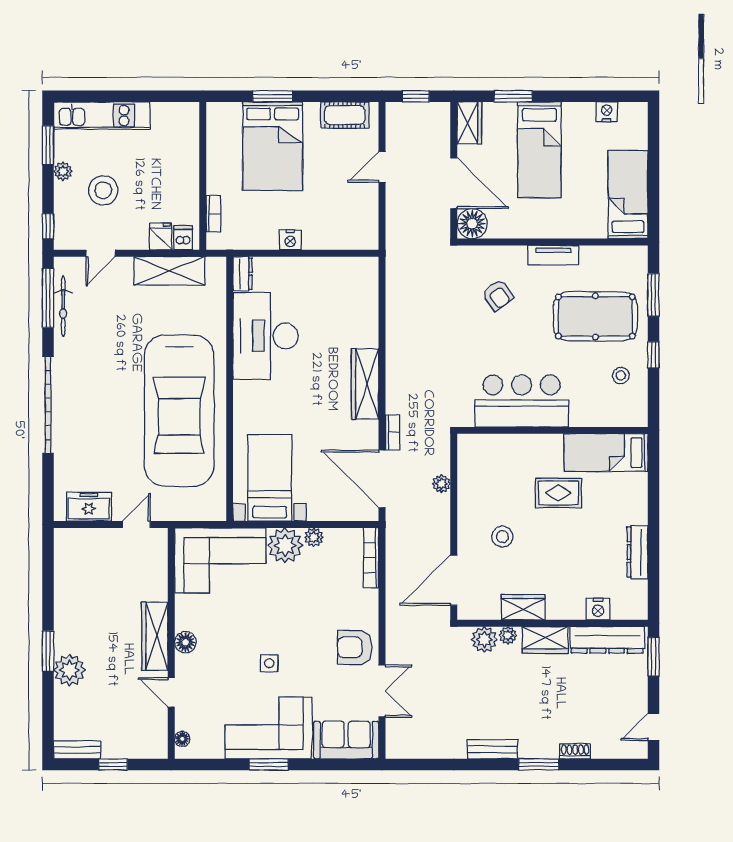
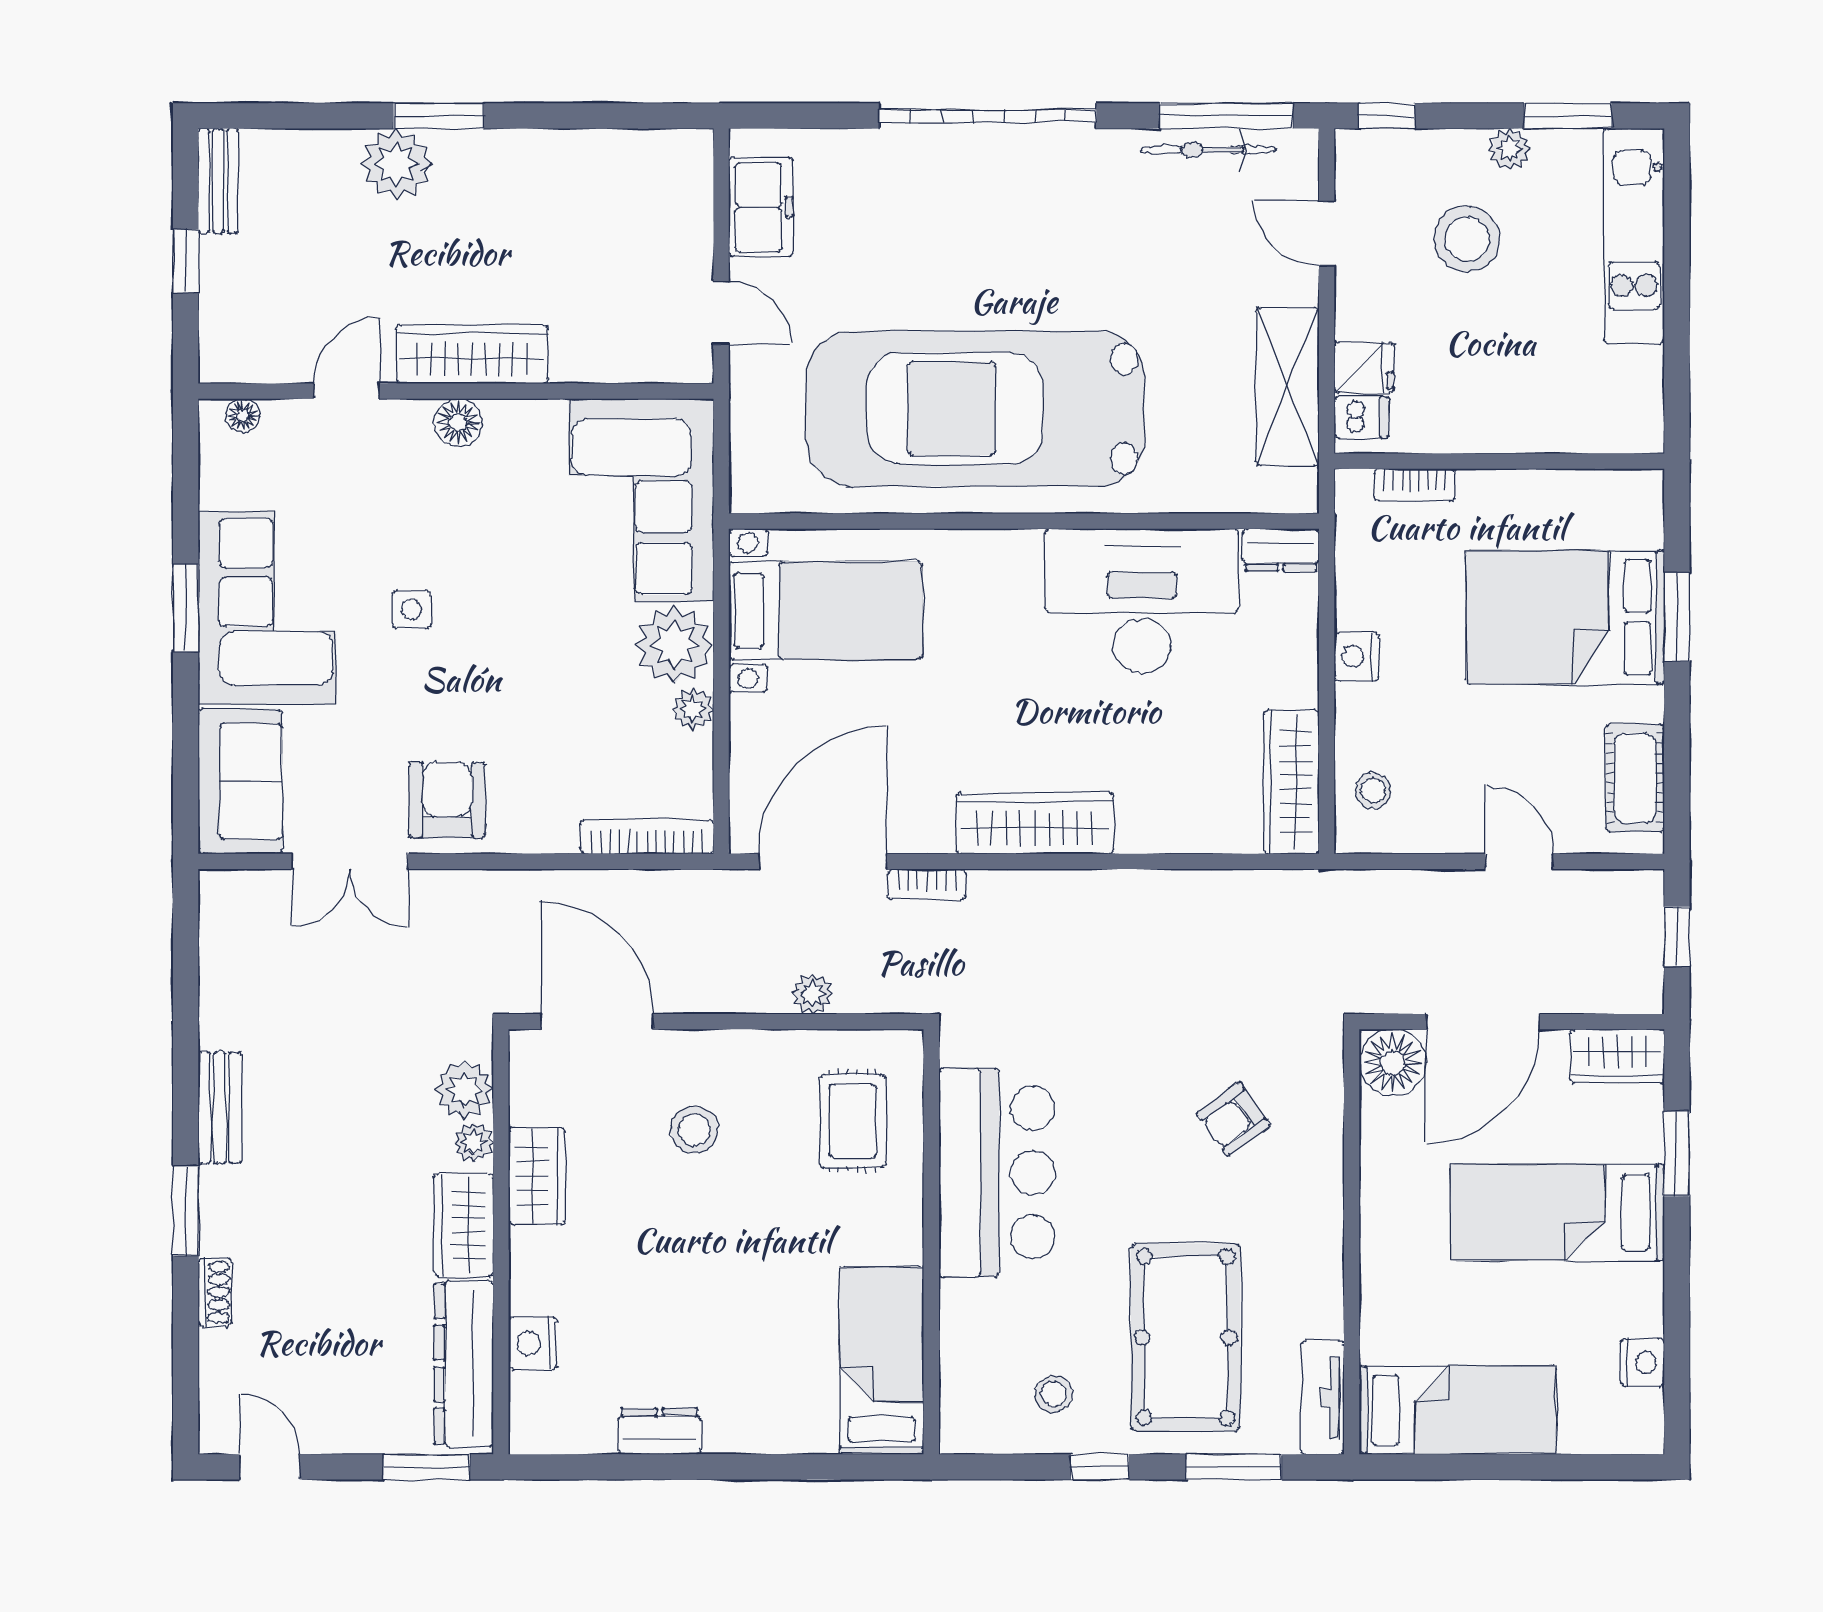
stool: (350, 232) -> (1373, 791), added
tv unit: (553, 255) -> (1322, 1397), moved
wardrobe: (346, 269) -> (1291, 782), added
rug: (558, 493) -> (853, 1121), moved
dresser: (637, 552) -> (660, 1431), width x0.70

